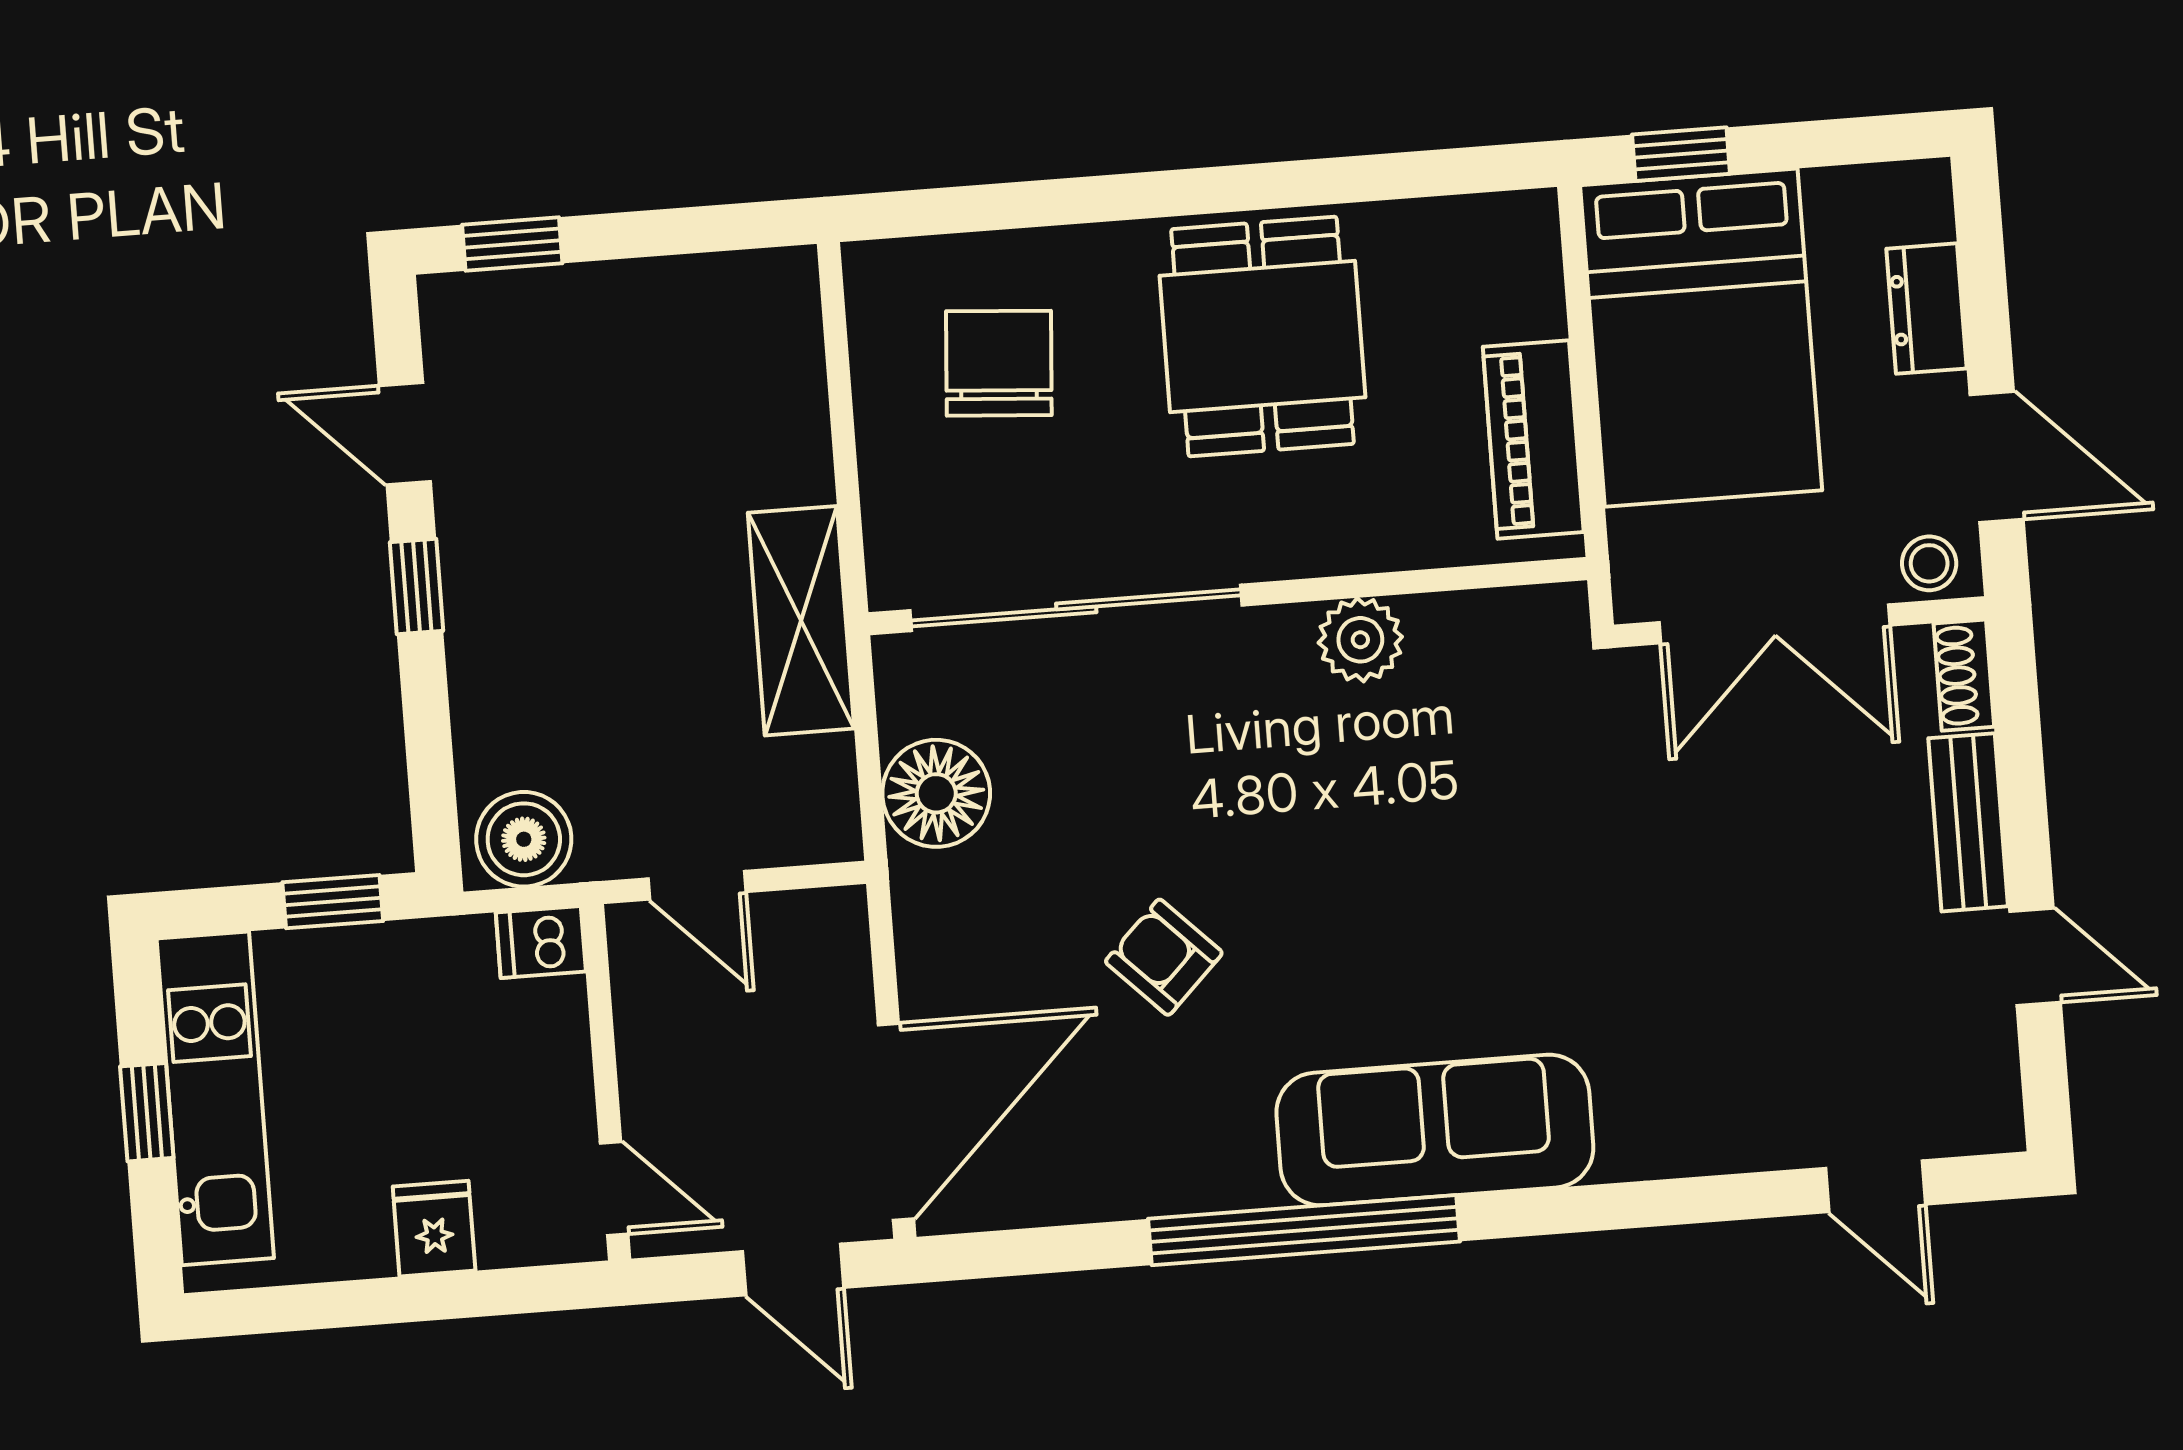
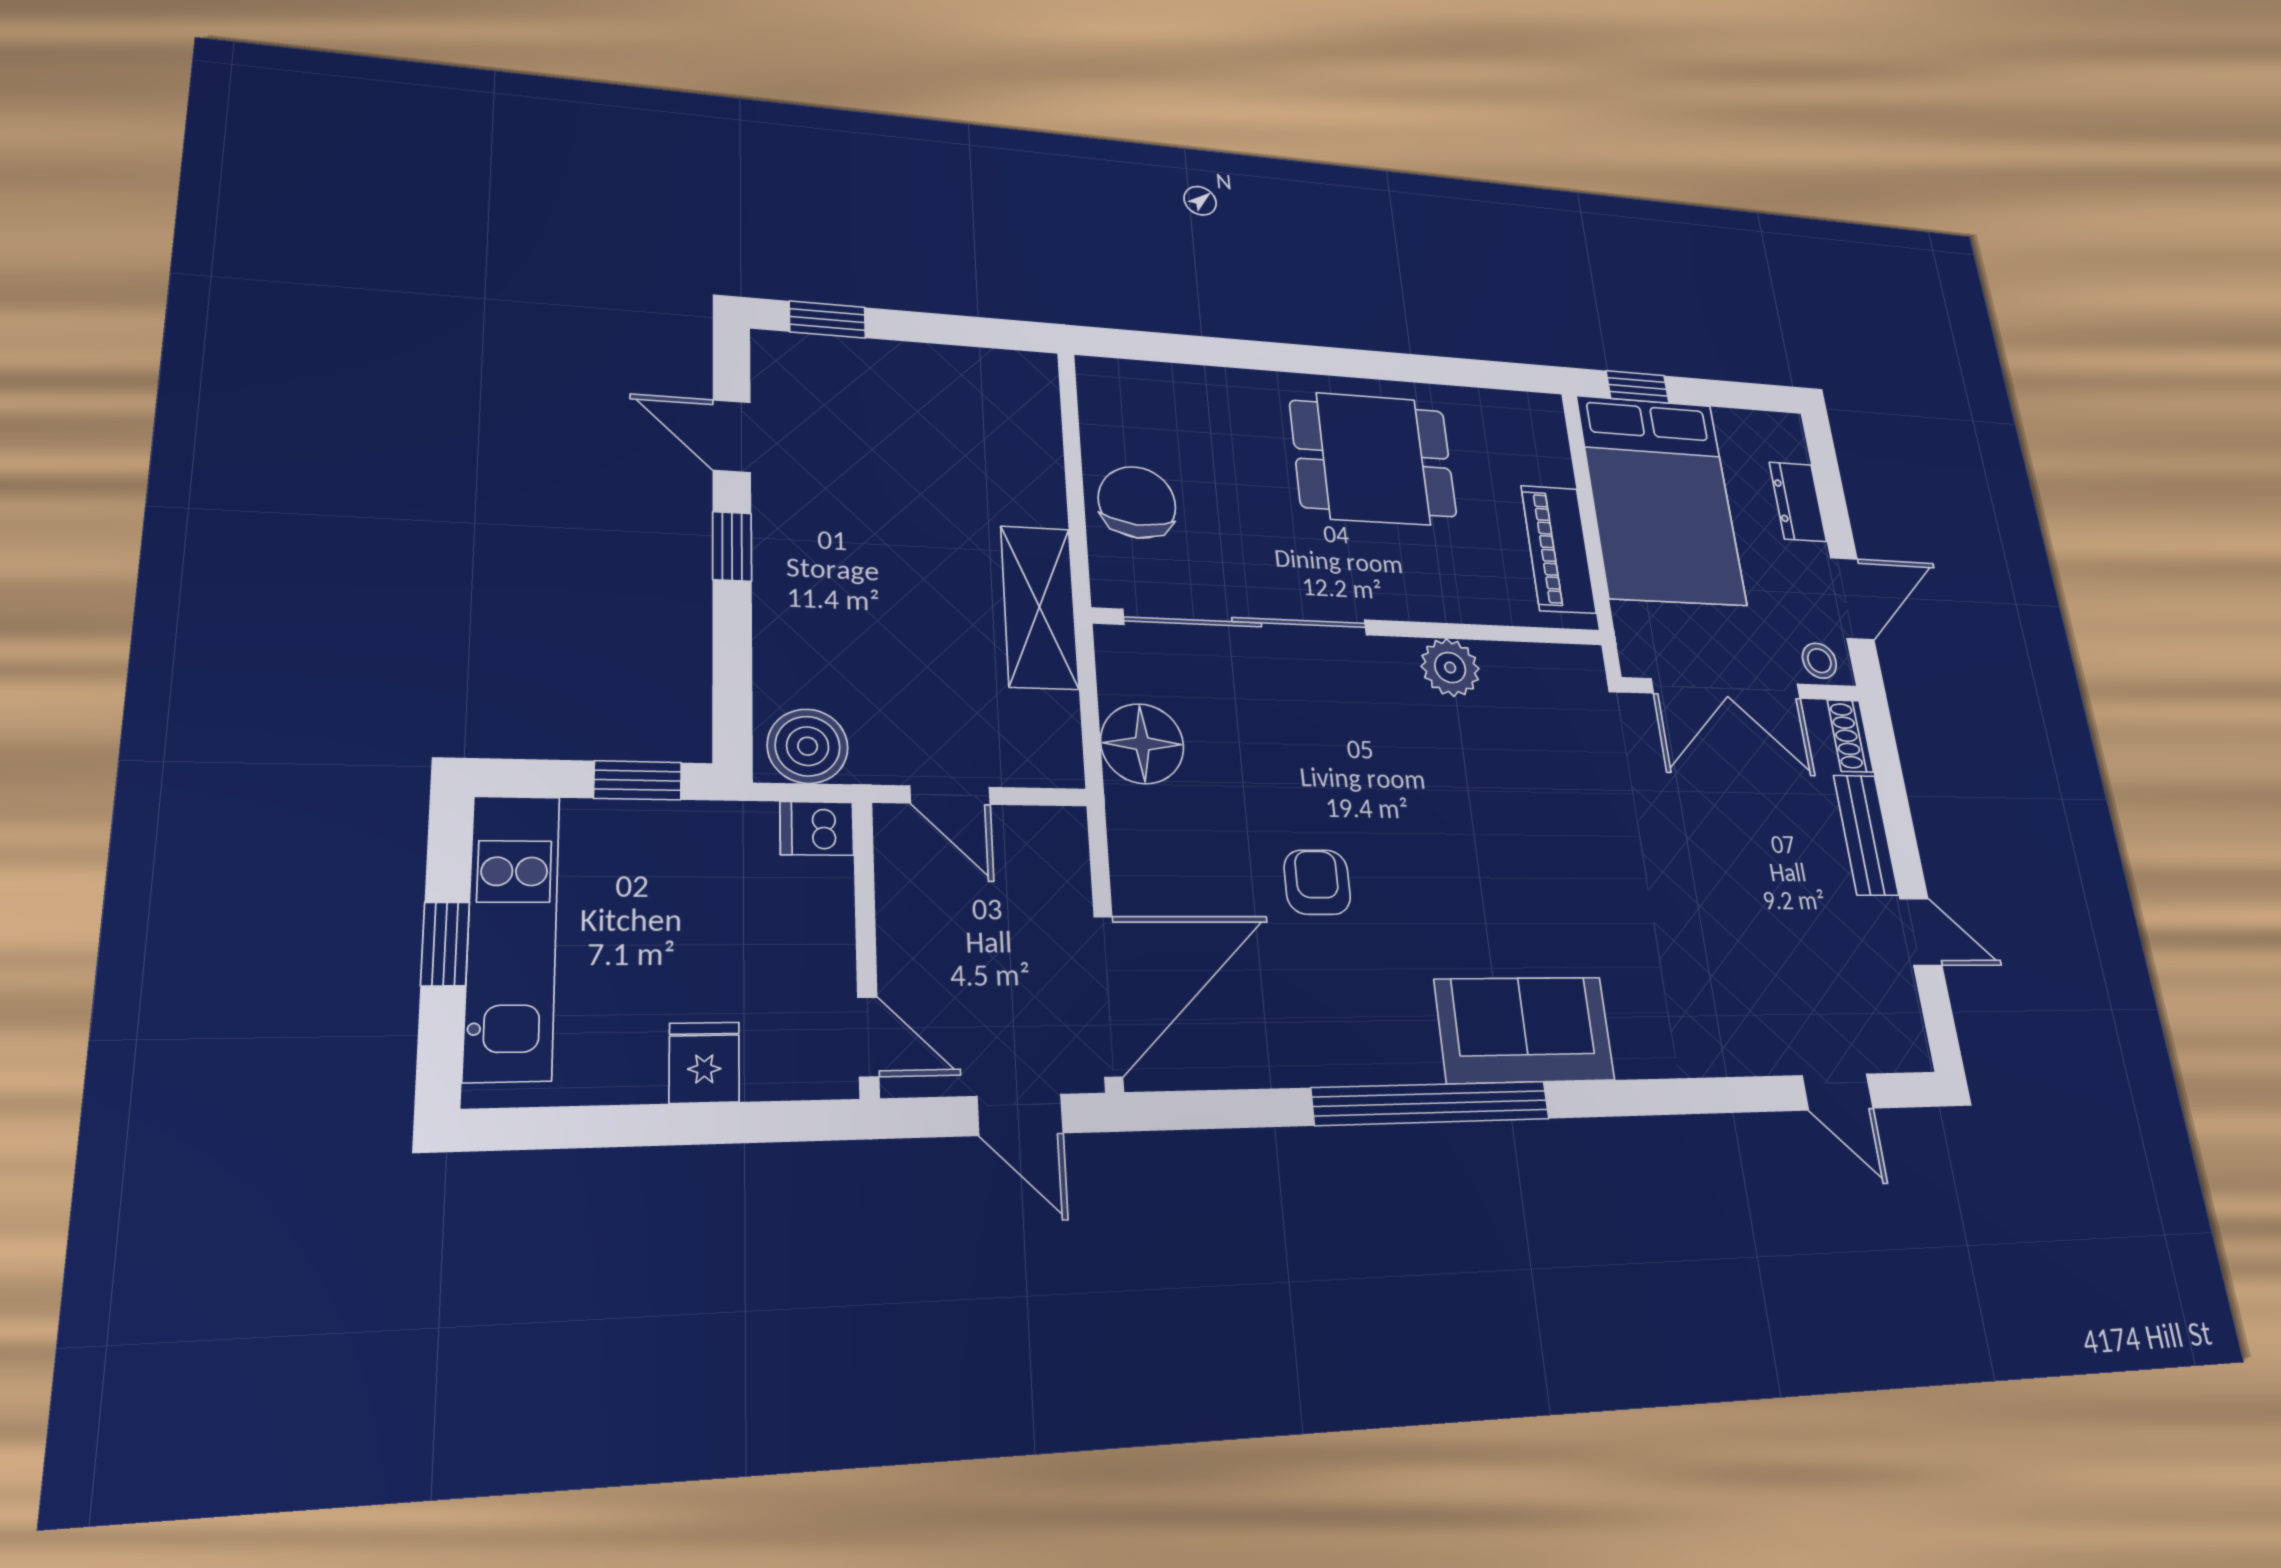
dining table: (1263, 337) -> (1373, 459), turned 90
chair: (999, 363) -> (1137, 502), moved
door: (1997, 457) -> (1852, 599), hinge flipped
armchair: (1164, 957) -> (1317, 882), turned 45
sofa: (1435, 1130) -> (1525, 1030), width x0.73

